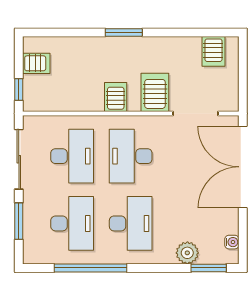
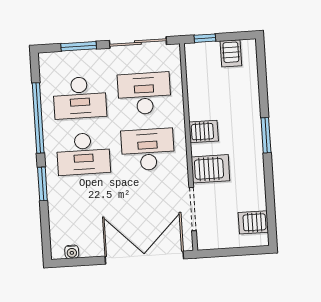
desk: (72, 156) -> (144, 93), turned 180
plant: (187, 253) -> (59, 210), removed
window: (209, 268) -> (42, 184), moved

